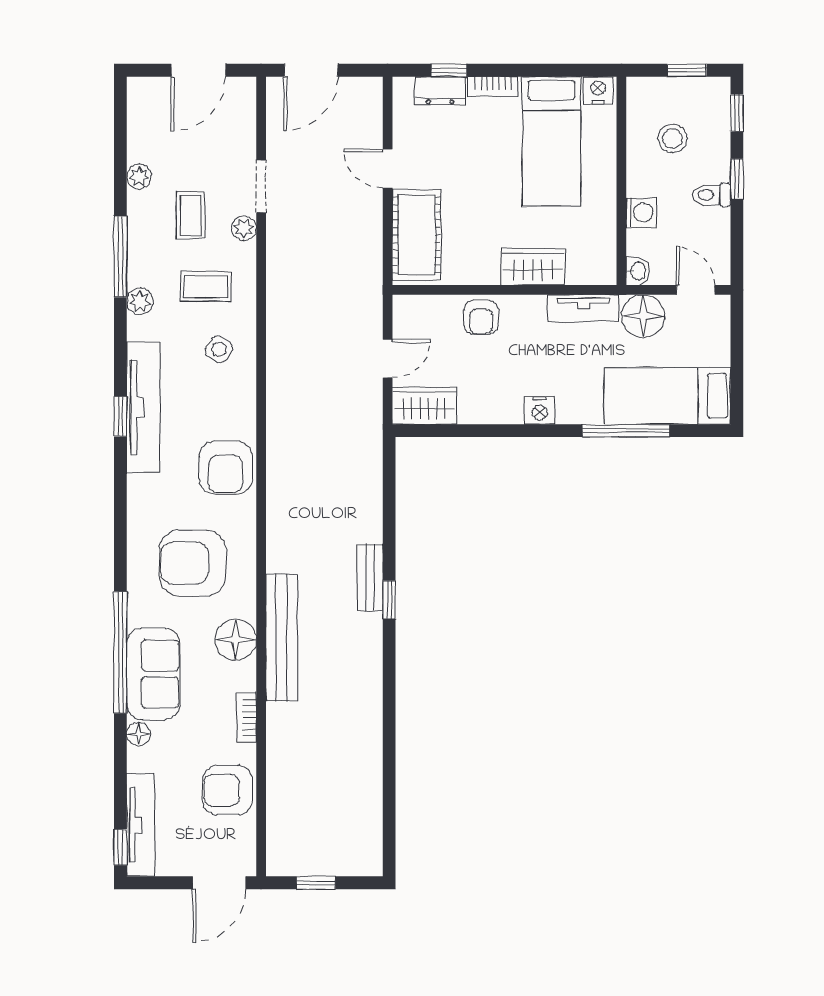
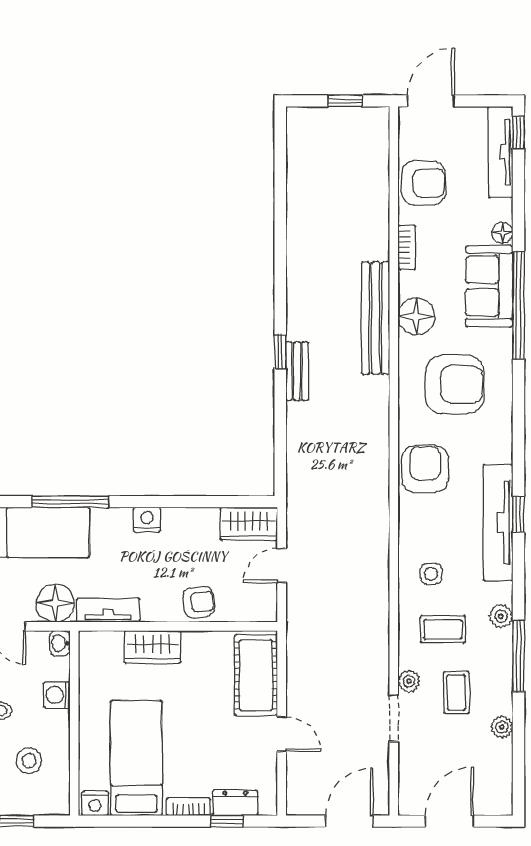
armchair: (481, 317) -> (199, 602), turned 83
side table: (219, 349) -> (431, 574), turned -33

